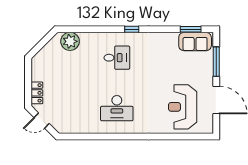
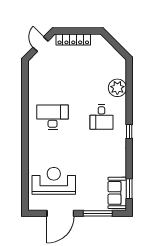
plant: (70, 41) -> (117, 88), moved
locker: (37, 93) -> (73, 40), width x1.53
desk: (117, 108) -> (53, 117), turned 90

